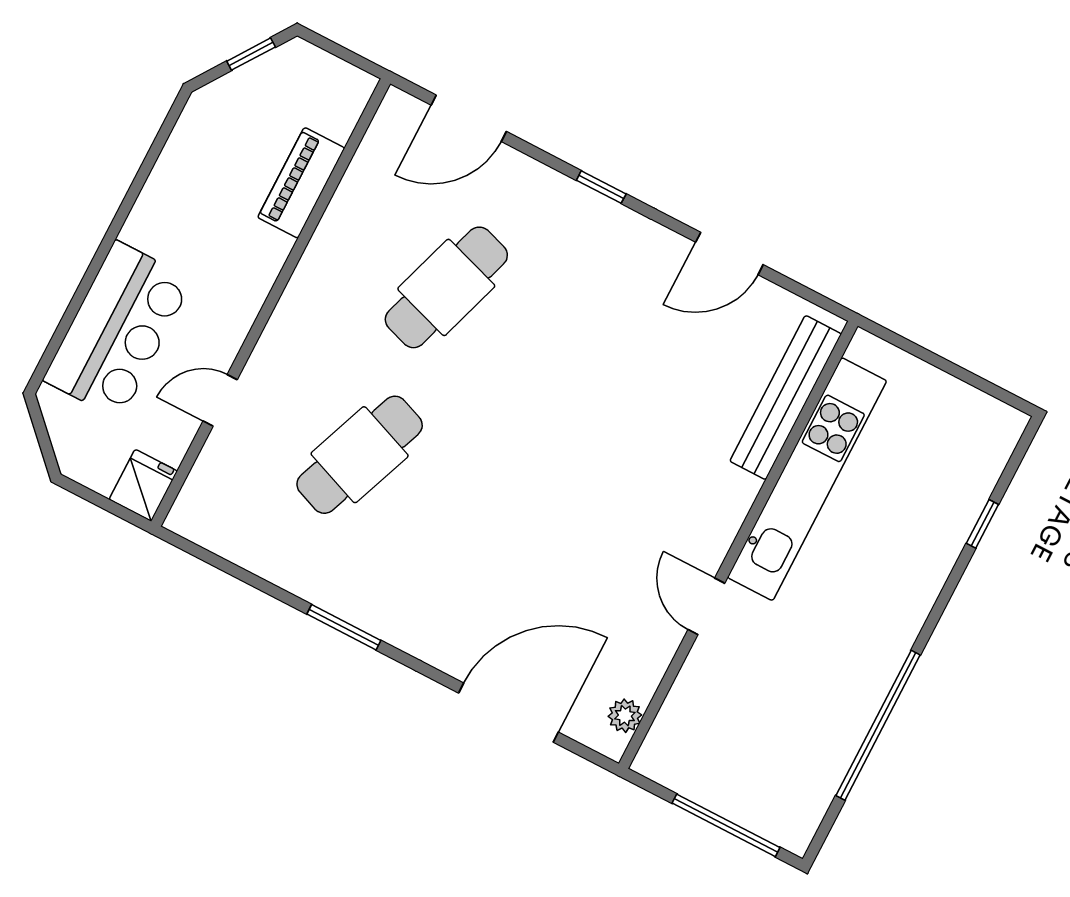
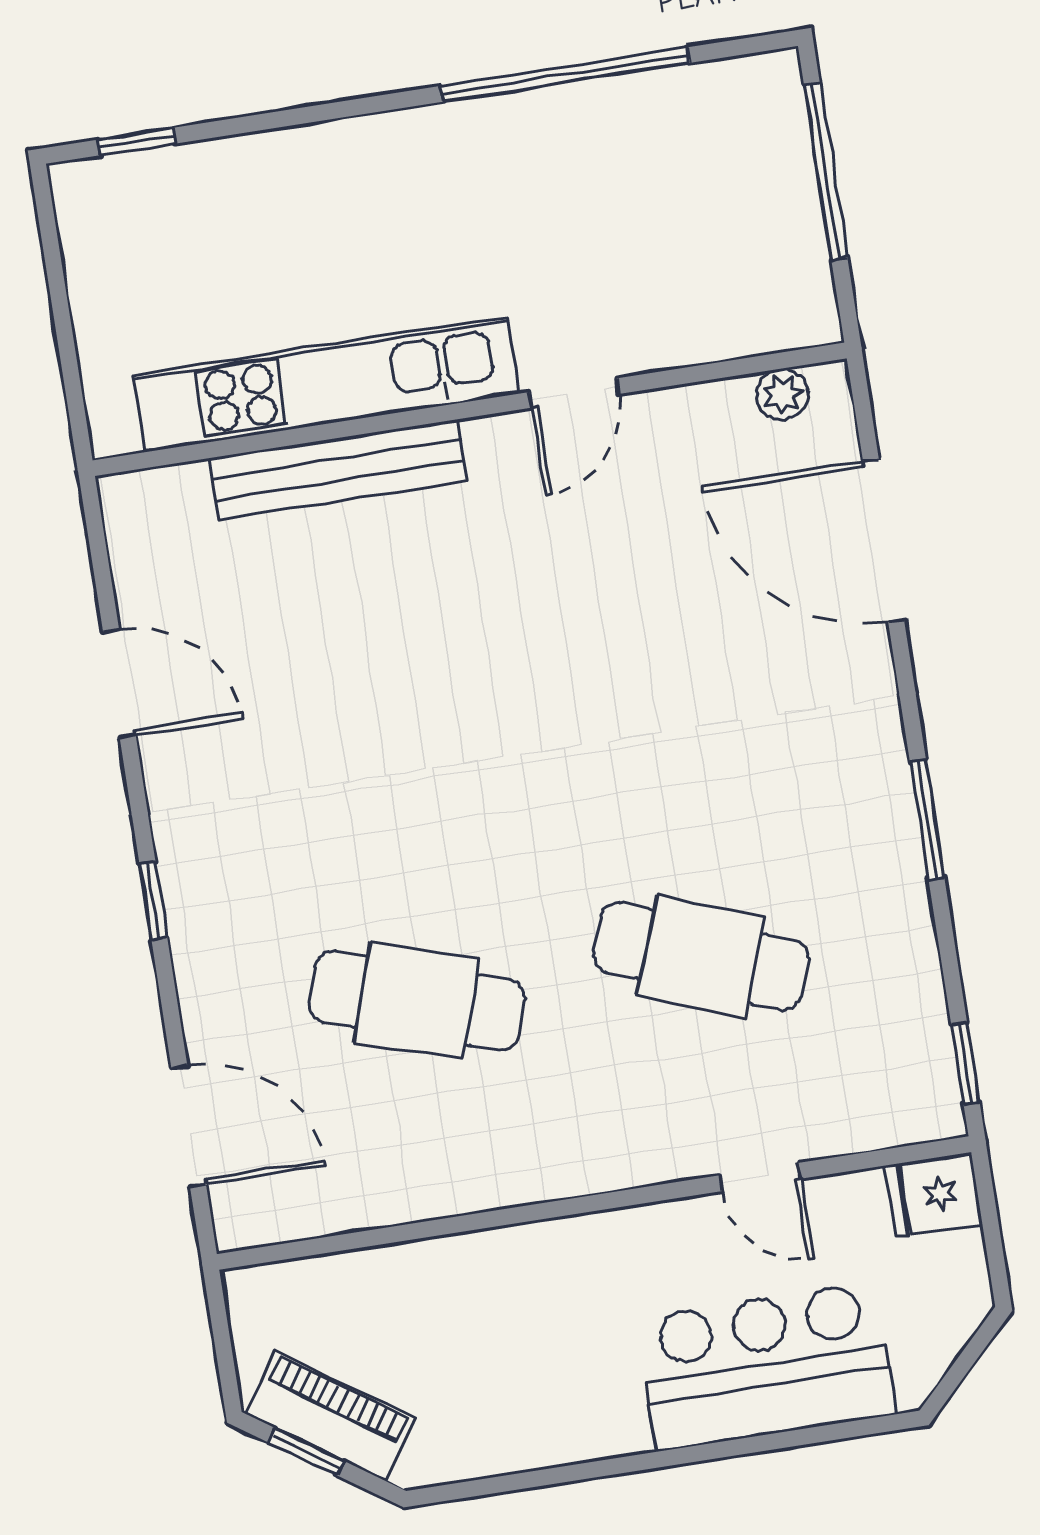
piano: (301, 183) -> (330, 1416), moved, turned -145
bench: (786, 398) -> (338, 470), moved
window: (982, 524) -> (137, 142), moved
window: (201, 553) -> (965, 1063), added

